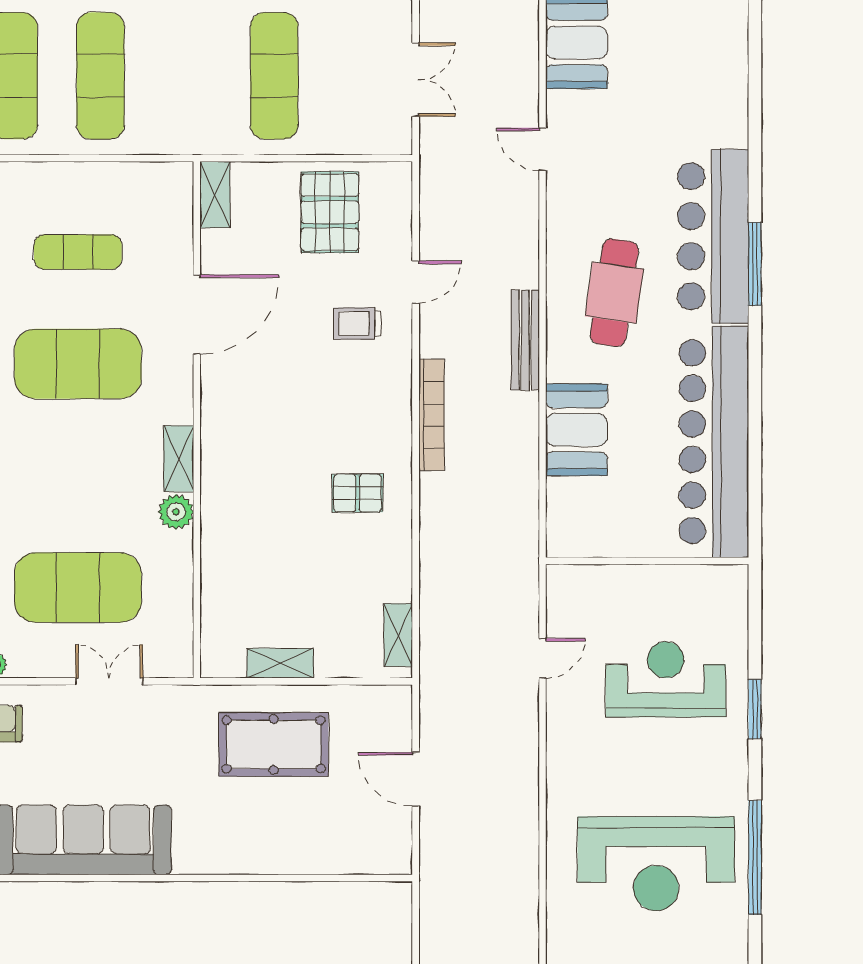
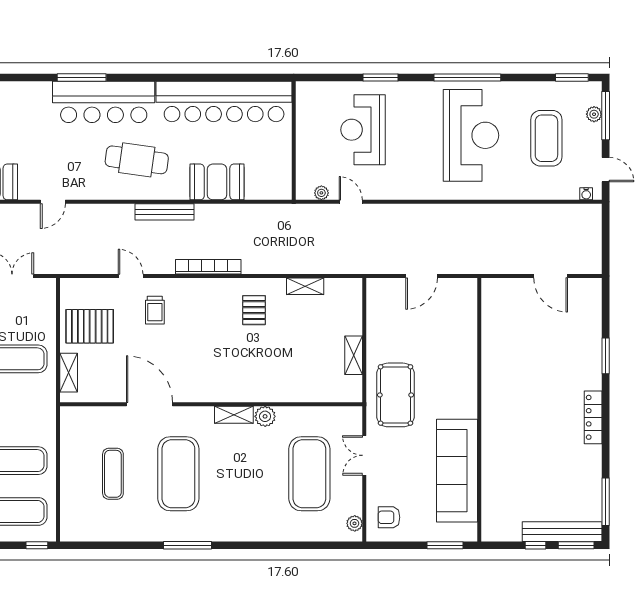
shelving: (215, 195) -> (69, 373), moved, turned 90
window: (755, 264) -> (82, 77), moved
plant: (558, 608) -> (321, 193), added
shelving: (398, 635) -> (305, 286), moved
pool table: (274, 744) -> (396, 395), moved

